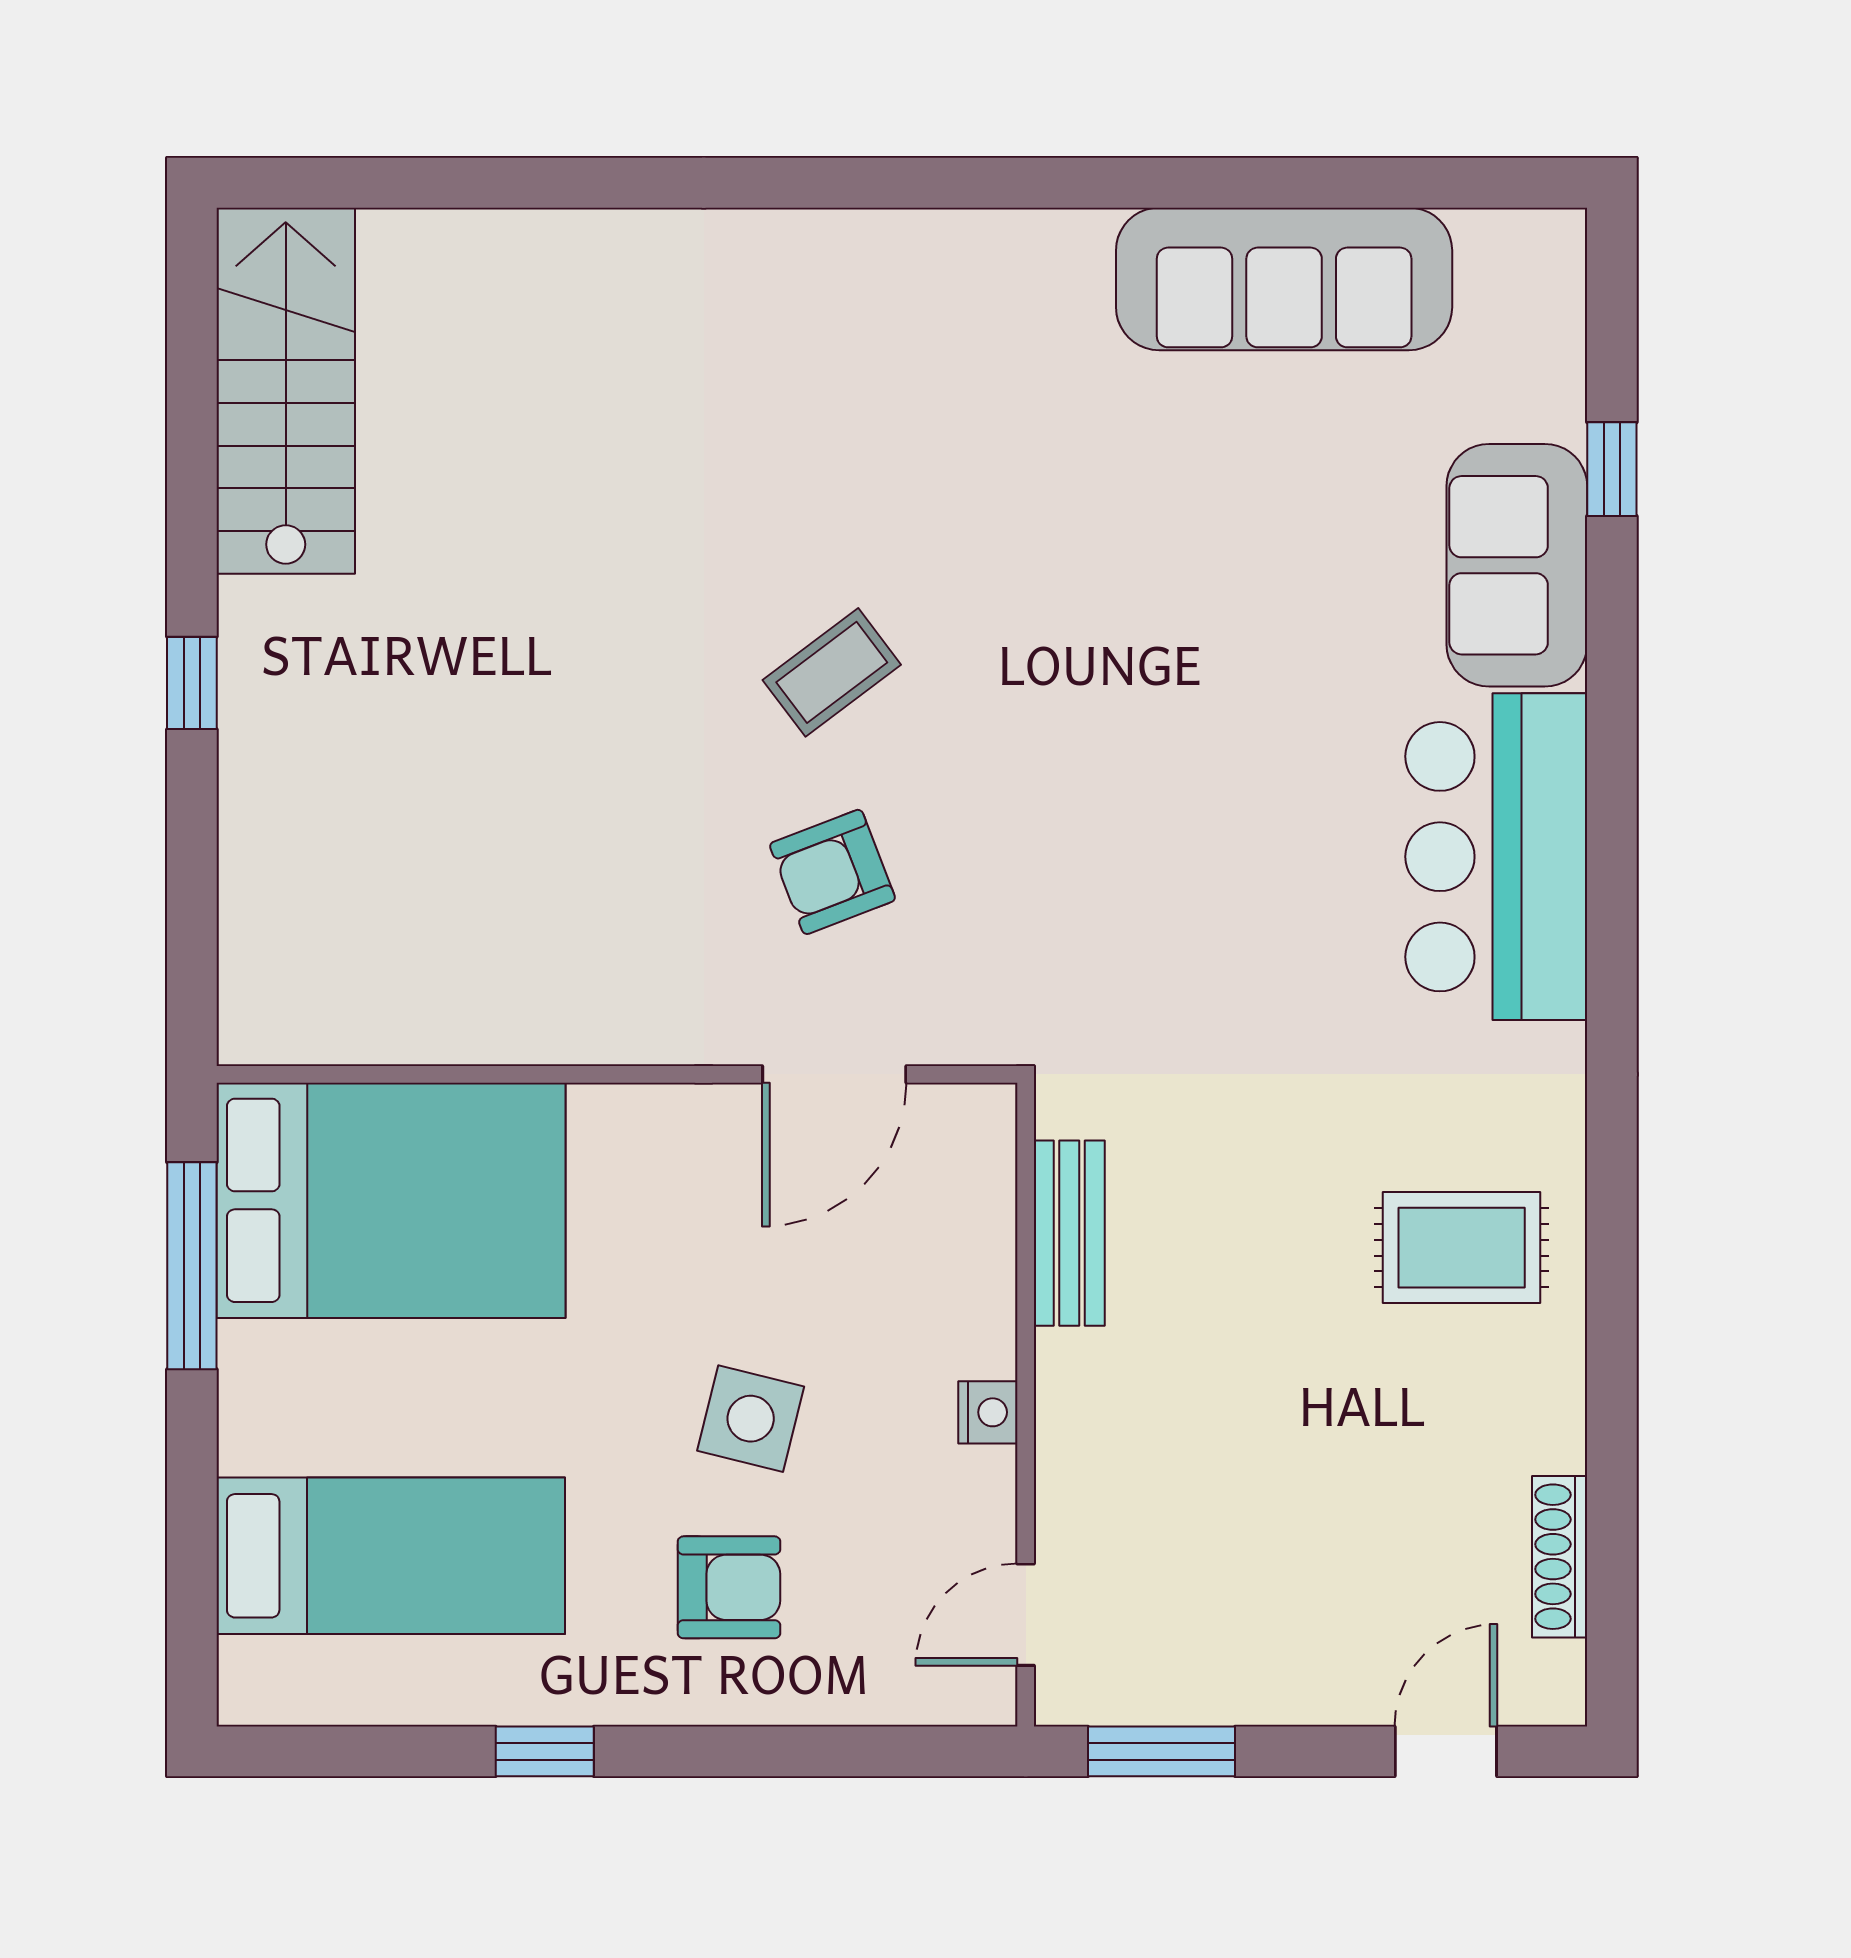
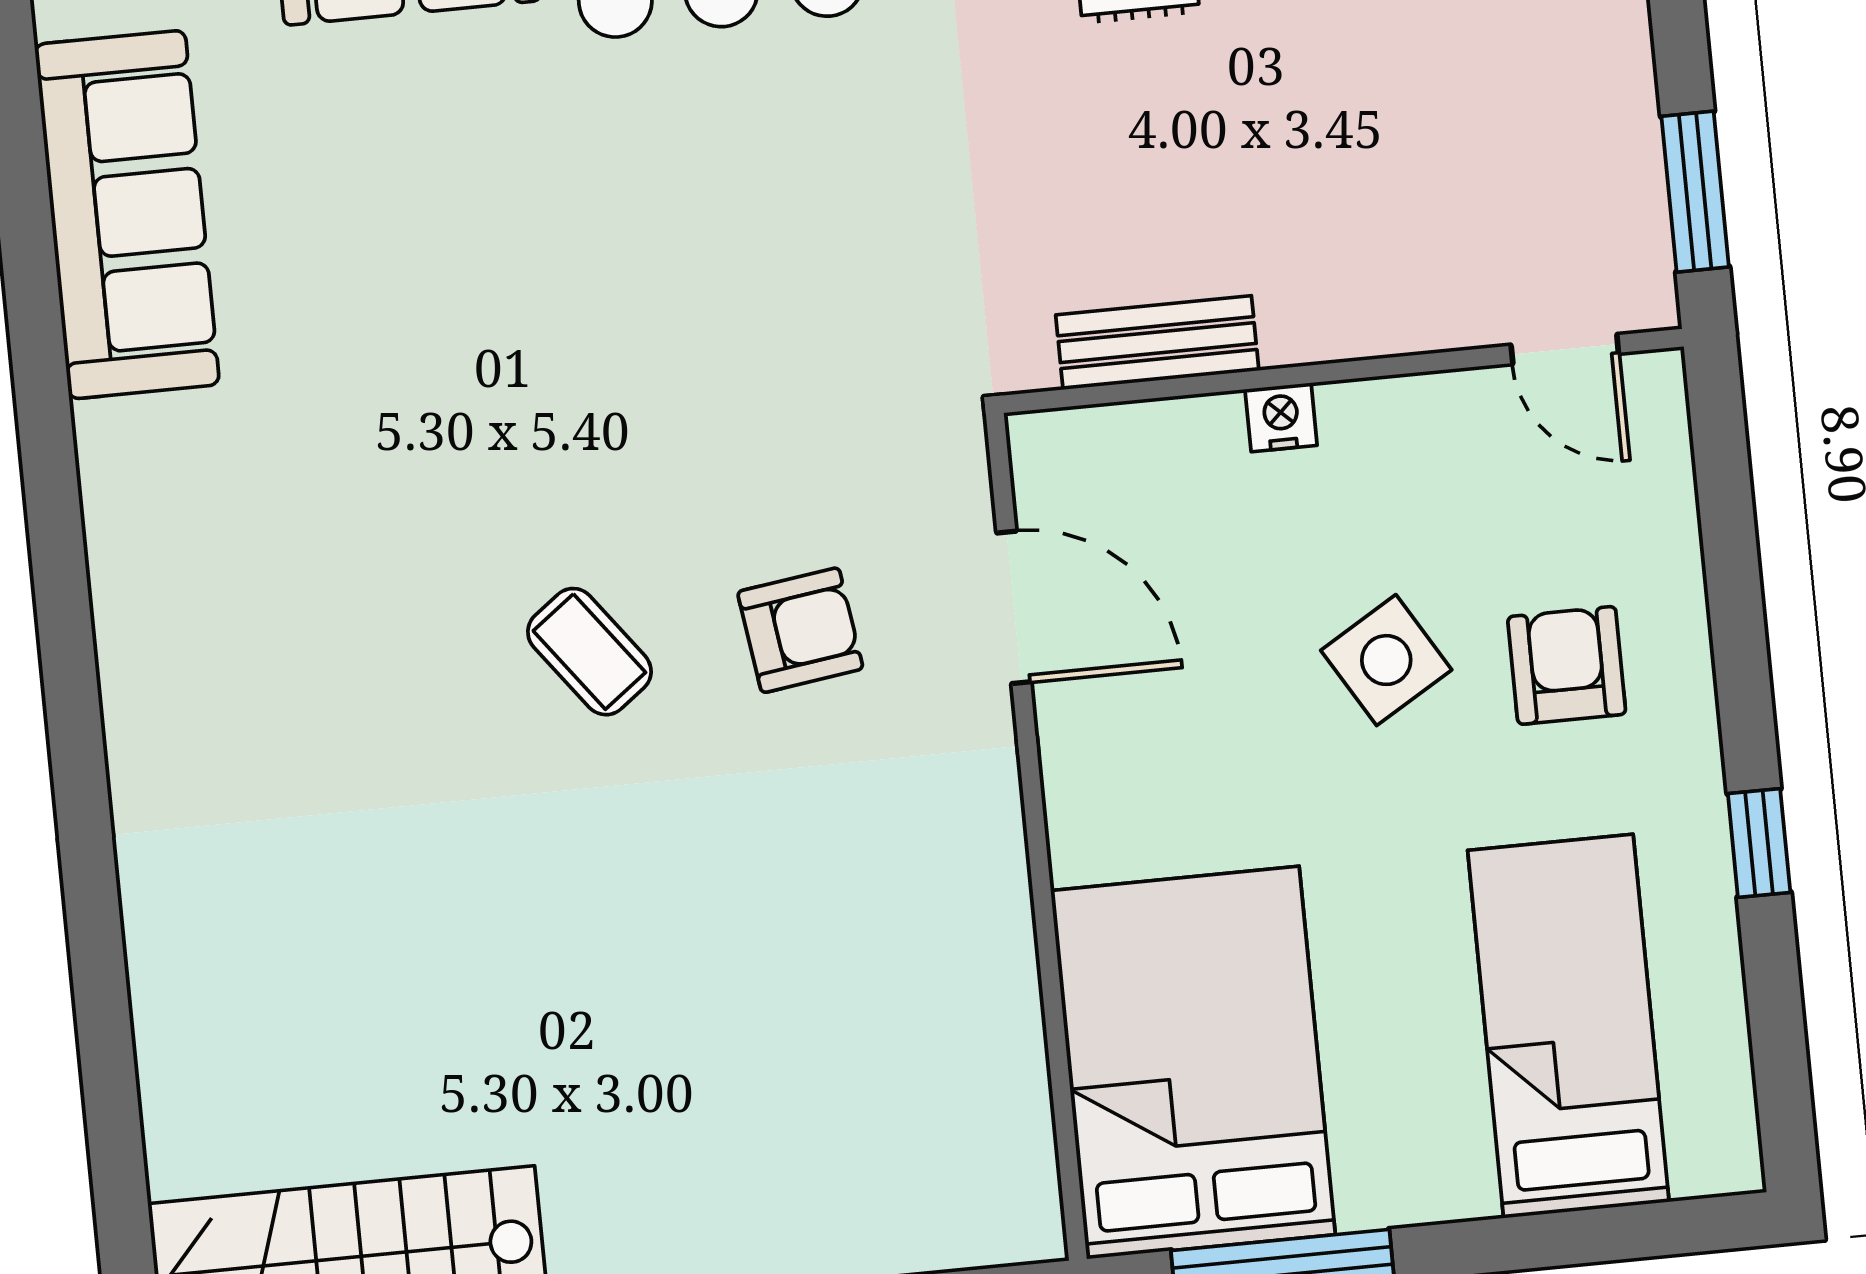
armchair: (832, 872) -> (800, 630), turned -77
nightstand: (988, 1412) -> (1281, 417), moved
side table: (751, 1419) -> (1386, 660), turned 45

